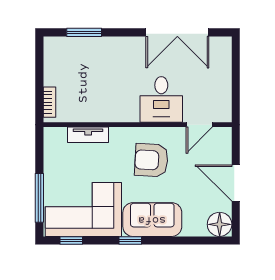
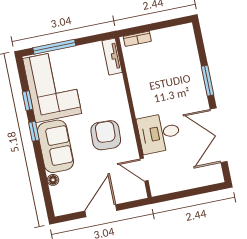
window: (84, 32) -> (207, 81), moved
tv unit: (88, 135) -> (112, 57), moved
floor lamp: (220, 224) -> (53, 180), moved, width x0.53, depth x0.53
window: (71, 240) -> (28, 101), moved

